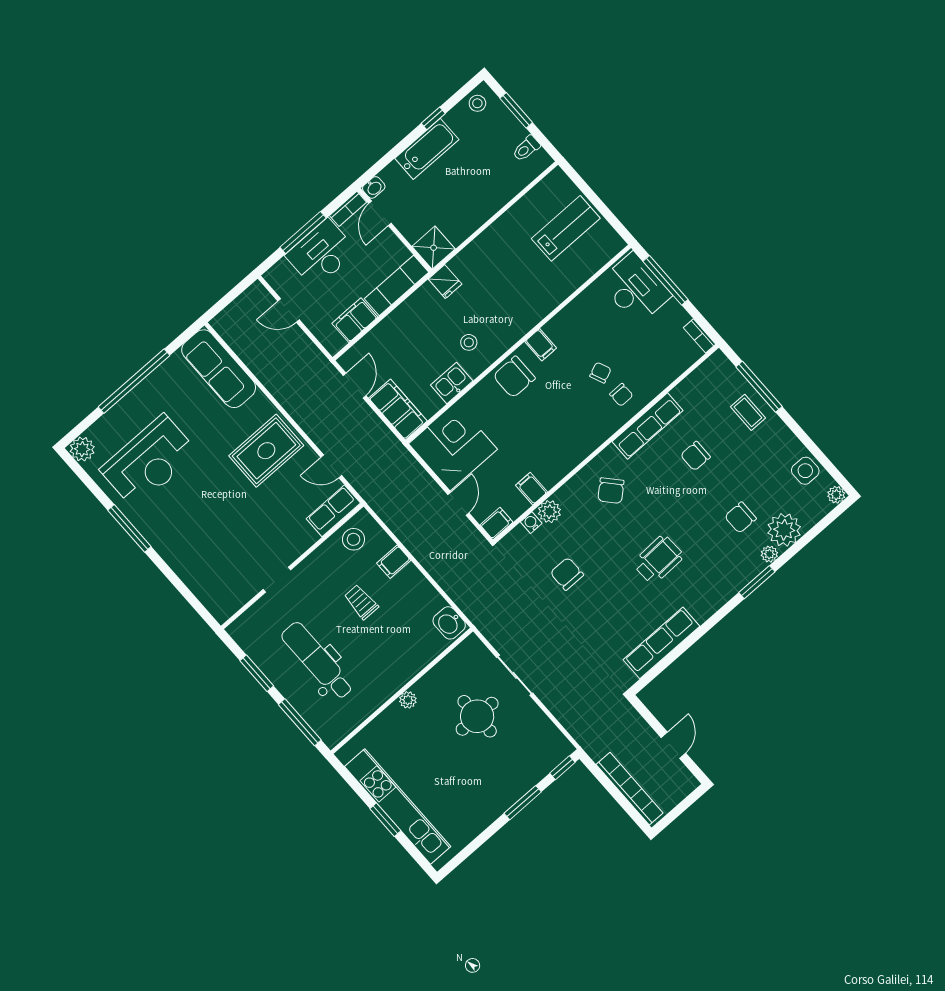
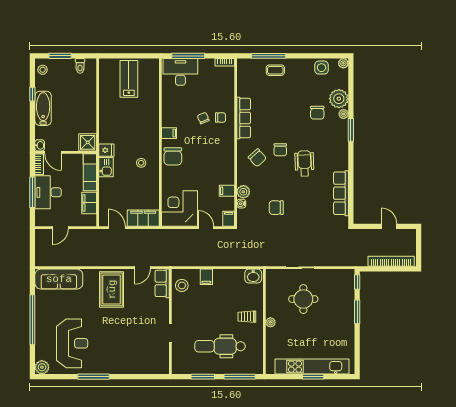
kitchen sink: (452, 383) -> (106, 167), moved, turned 180
chair: (695, 456) -> (280, 150), moved
trolley: (361, 602) -> (247, 317), moved

